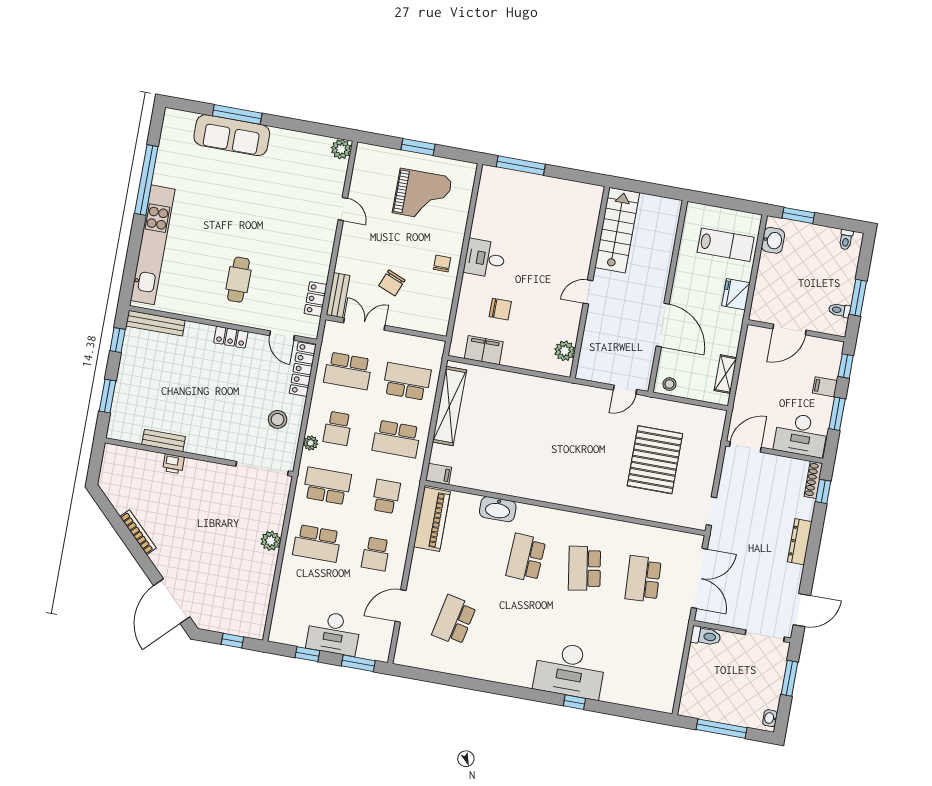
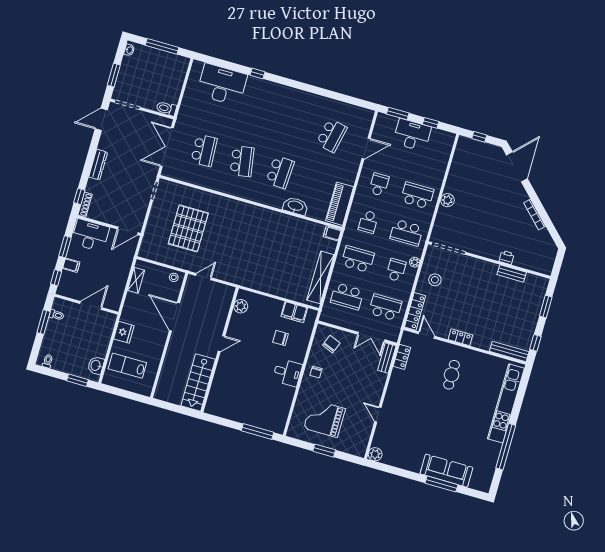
chair: (392, 283) -> (331, 344), moved
desk: (570, 670) -> (222, 85), moved

